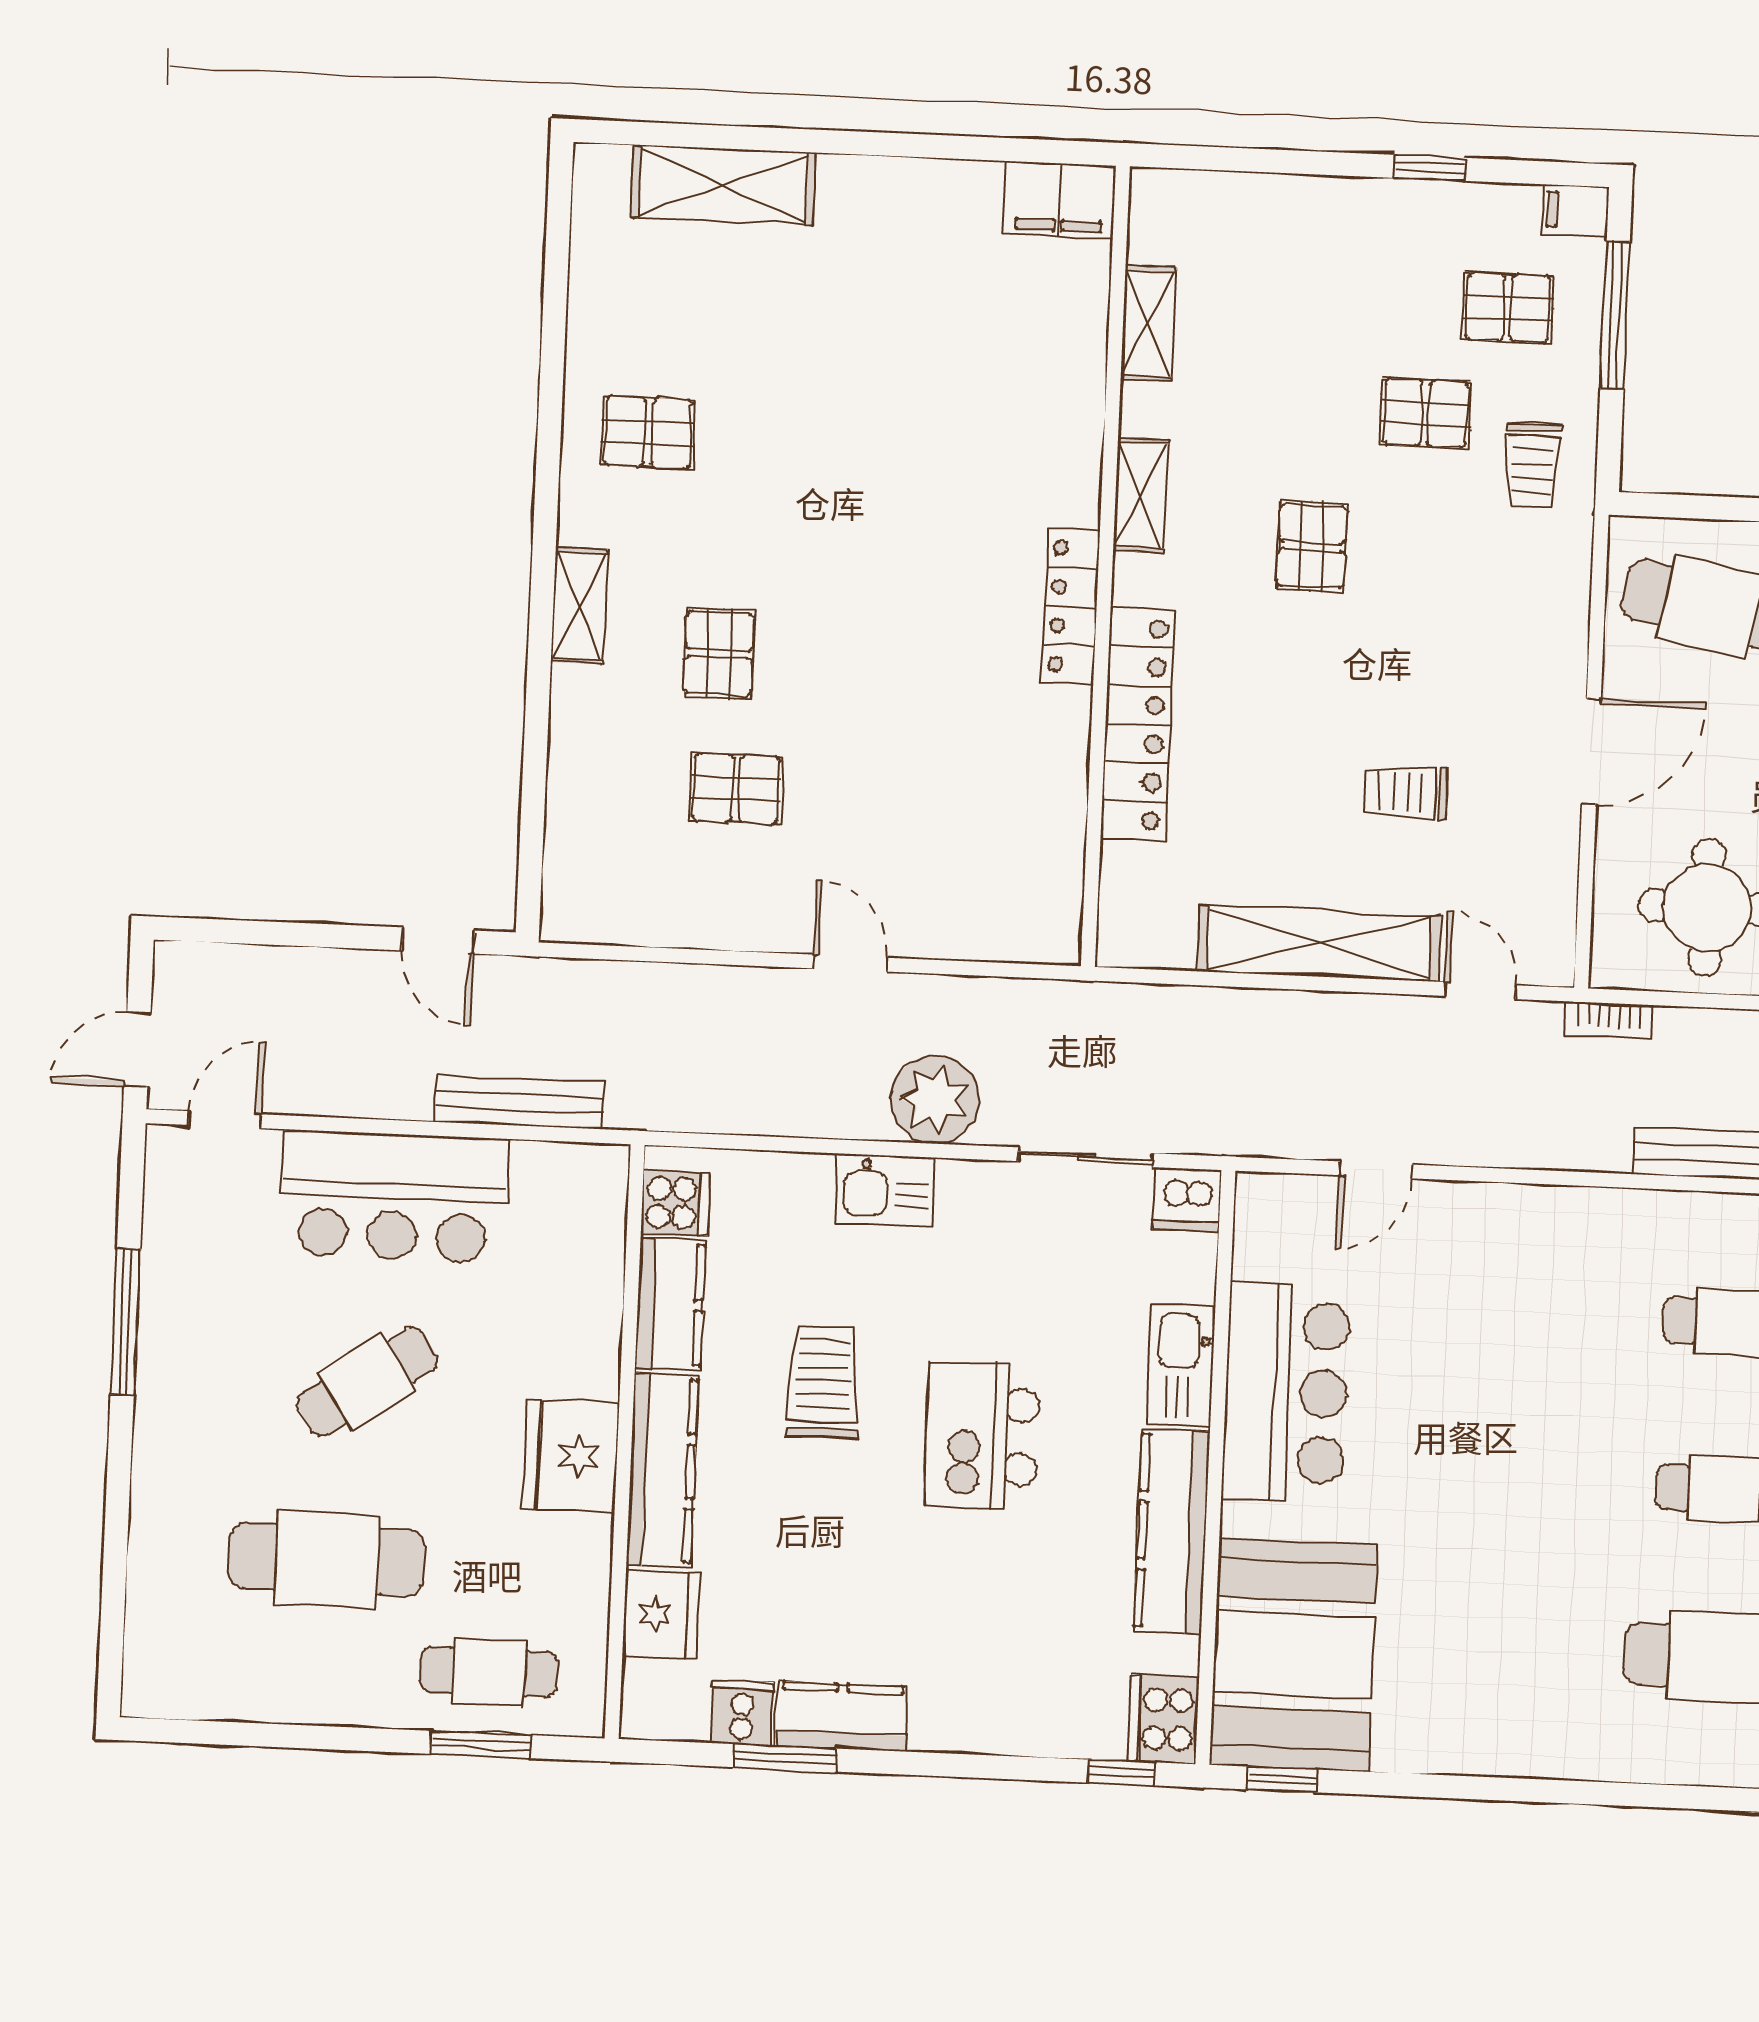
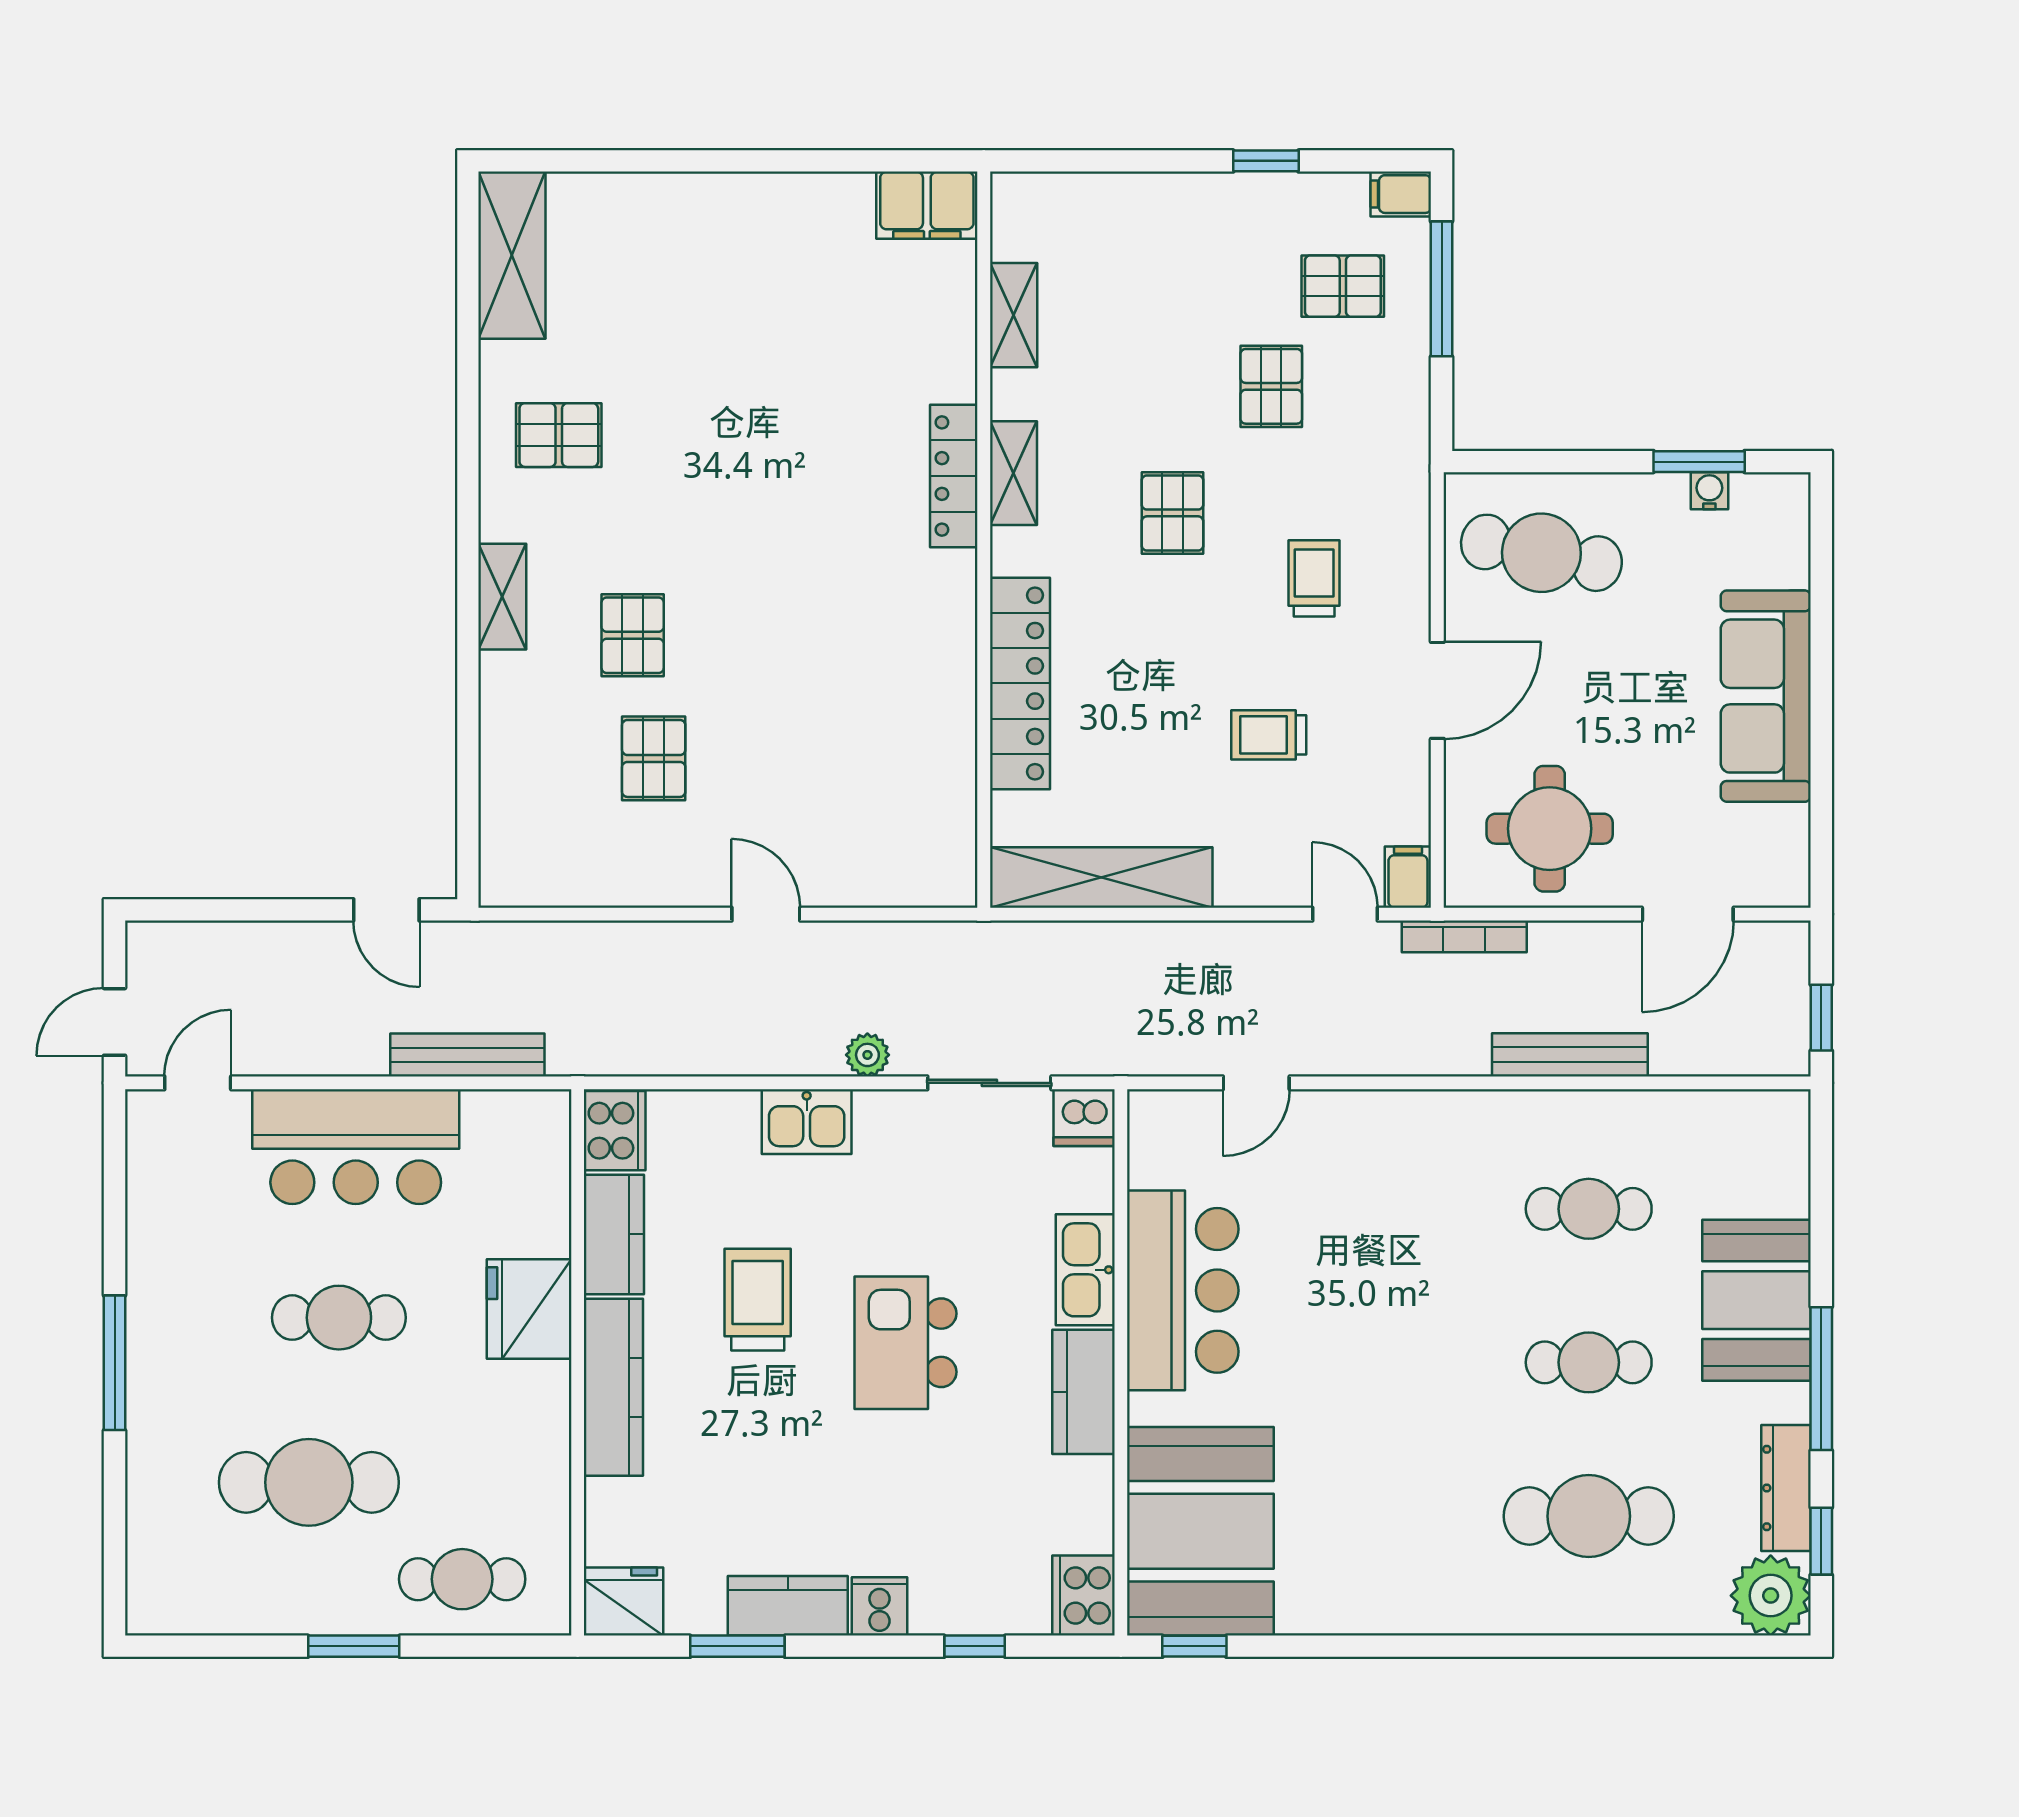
shelving: (723, 185) -> (512, 255), moved, turned 90
pallet: (1425, 413) -> (1271, 386), turned 90
trolley: (1533, 465) -> (1314, 578), moved, turned 180
locker: (1071, 607) -> (954, 476), moved
pallet: (736, 789) -> (654, 758), turned 90
shelving: (1319, 944) -> (1101, 877), moved
filing cabinet: (1551, 953) -> (1408, 877), added
bookcase: (1609, 1021) -> (1464, 936), width x1.56
plant: (935, 1100) -> (867, 1055), width x0.53, depth x0.53
cooker: (675, 1203) -> (615, 1131), width x1.36
window: (125, 1322) -> (115, 1363), moved
cafe table: (367, 1382) -> (339, 1318), turned 34
fridge: (571, 1456) -> (529, 1309), moved
kitchen counter: (1172, 1531) -> (1083, 1392), width x0.67
fridge: (661, 1615) -> (624, 1602), moved, turned -90
cooker: (742, 1713) -> (879, 1606), moved
window: (481, 1745) -> (354, 1646), moved
window: (1121, 1772) -> (975, 1646), moved

